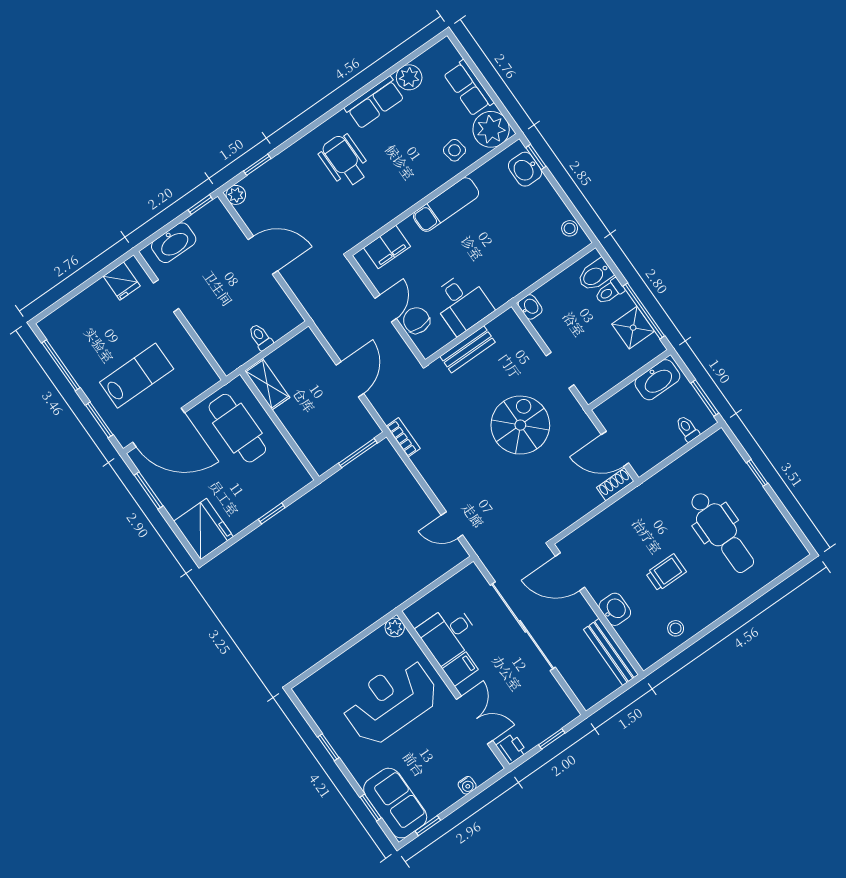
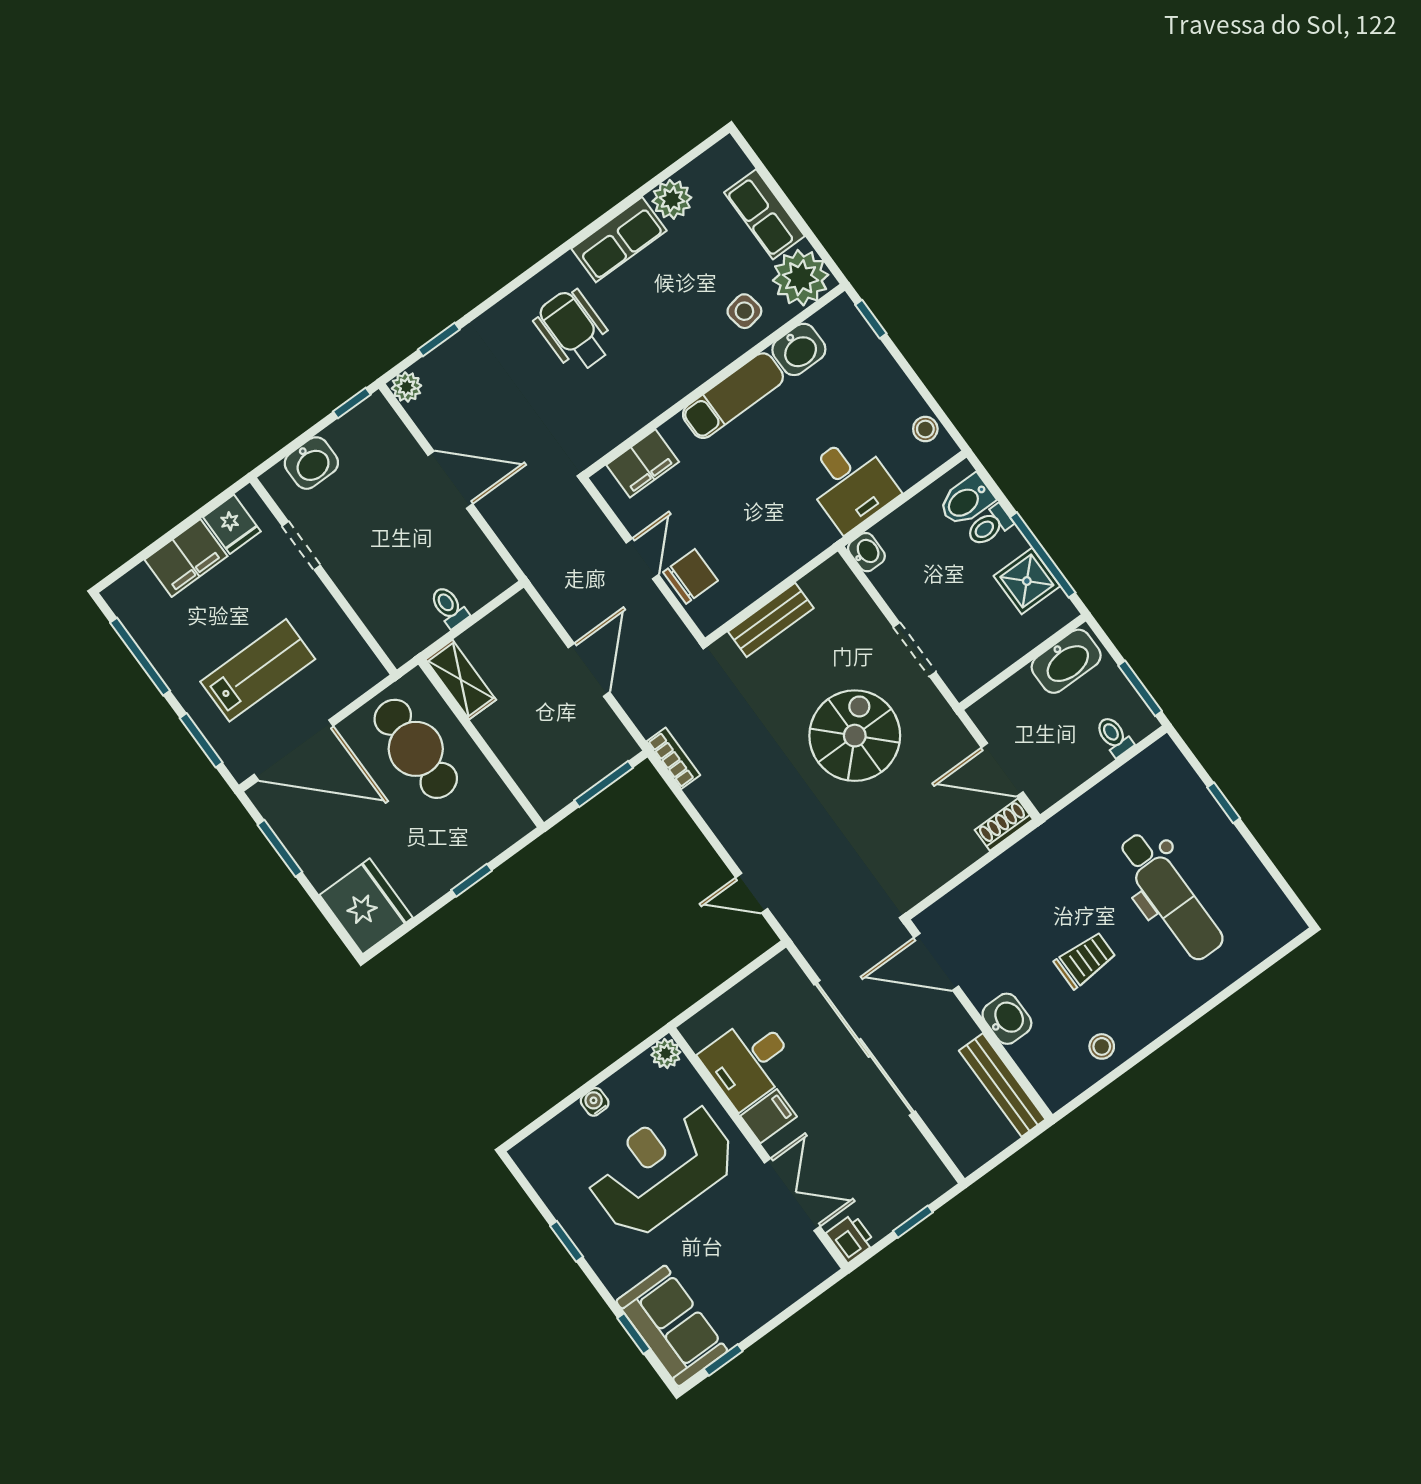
washbasin: (525, 169) -> (799, 349), moved, turned -90
washbasin: (174, 243) -> (311, 463), width x0.72
filing cabinet: (92, 302) -> (186, 558), added
desk: (462, 303) -> (850, 483), moved
chair: (416, 320) -> (691, 576), turned 90
water cooler: (467, 785) -> (595, 1102), moved, turned 180

